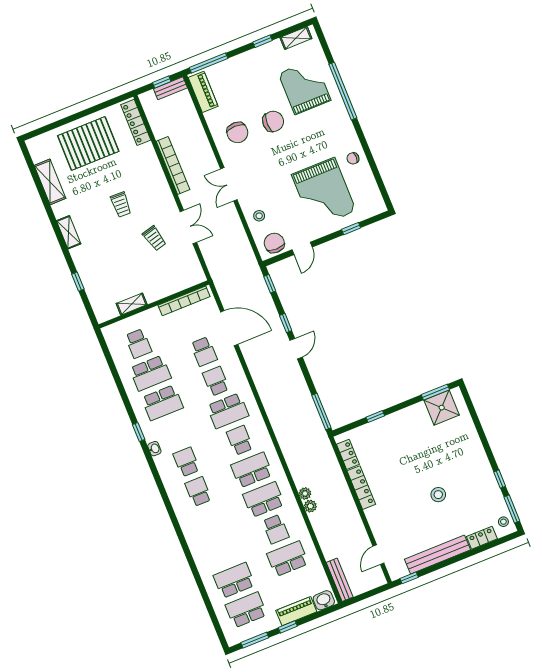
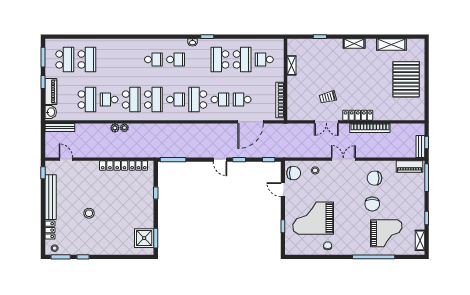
locker: (136, 122) -> (358, 115), moved
trolley: (121, 205) -> (358, 84), removed
school desk: (150, 373) -> (242, 59), turned 180

